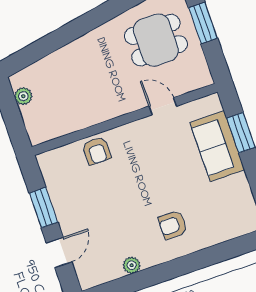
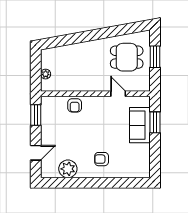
plant: (23, 96) -> (46, 74), moved
window: (44, 208) -> (36, 115), moved
plant: (132, 265) -> (68, 169), width x1.88, depth x1.88

